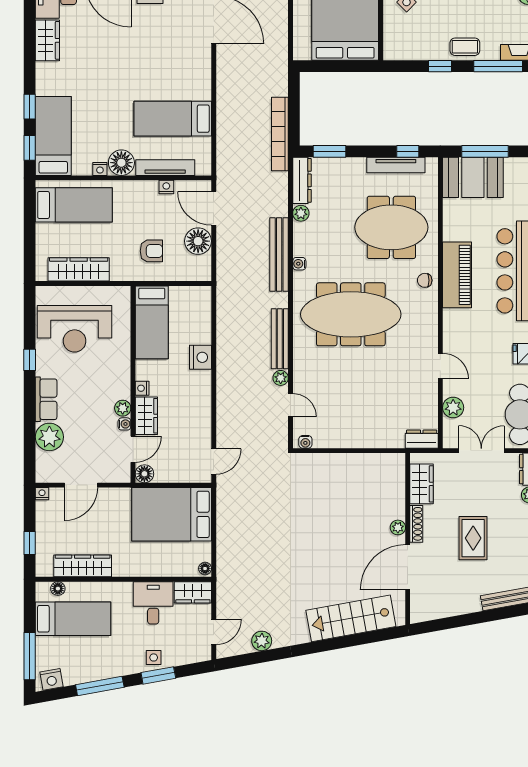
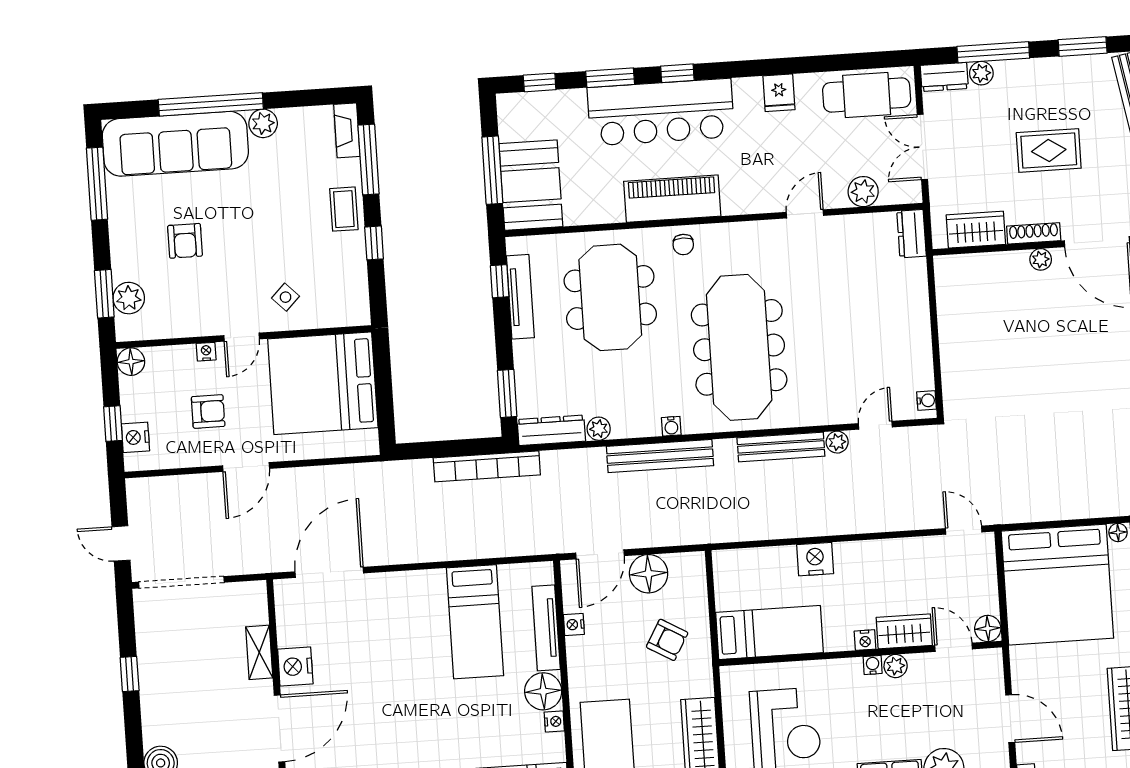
armchair: (151, 251) -> (667, 640), turned 120
water cooler: (124, 424) -> (873, 665), moved
bed: (172, 514) -> (1057, 585), width x1.36

